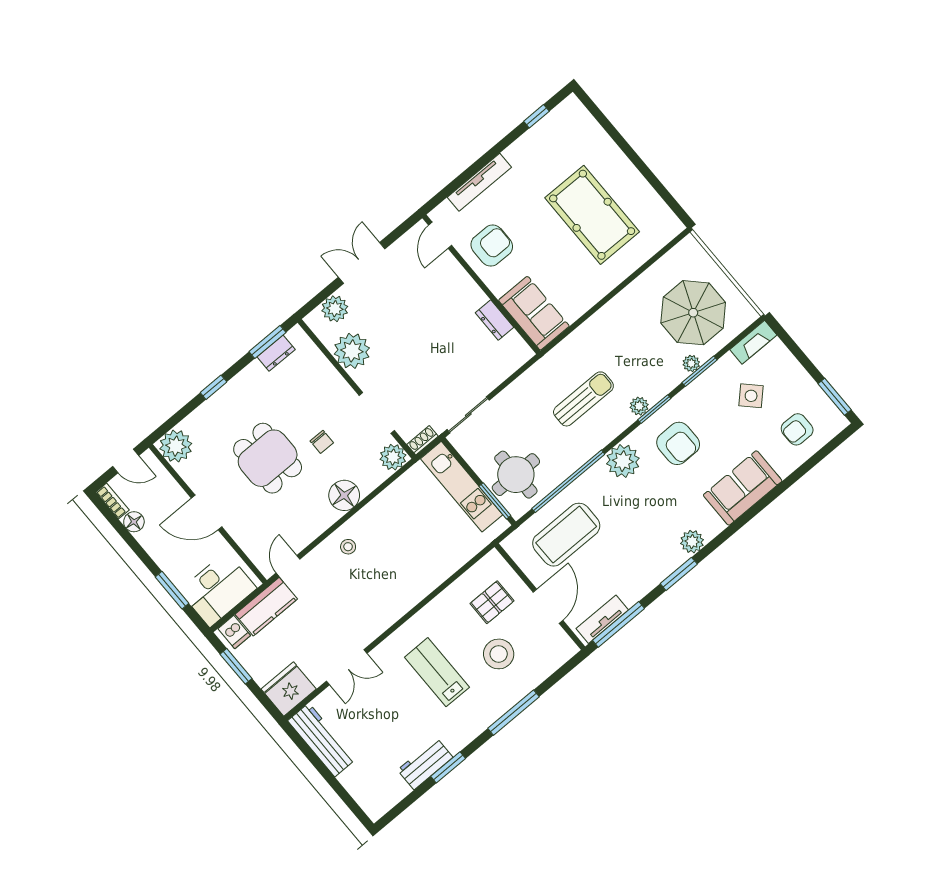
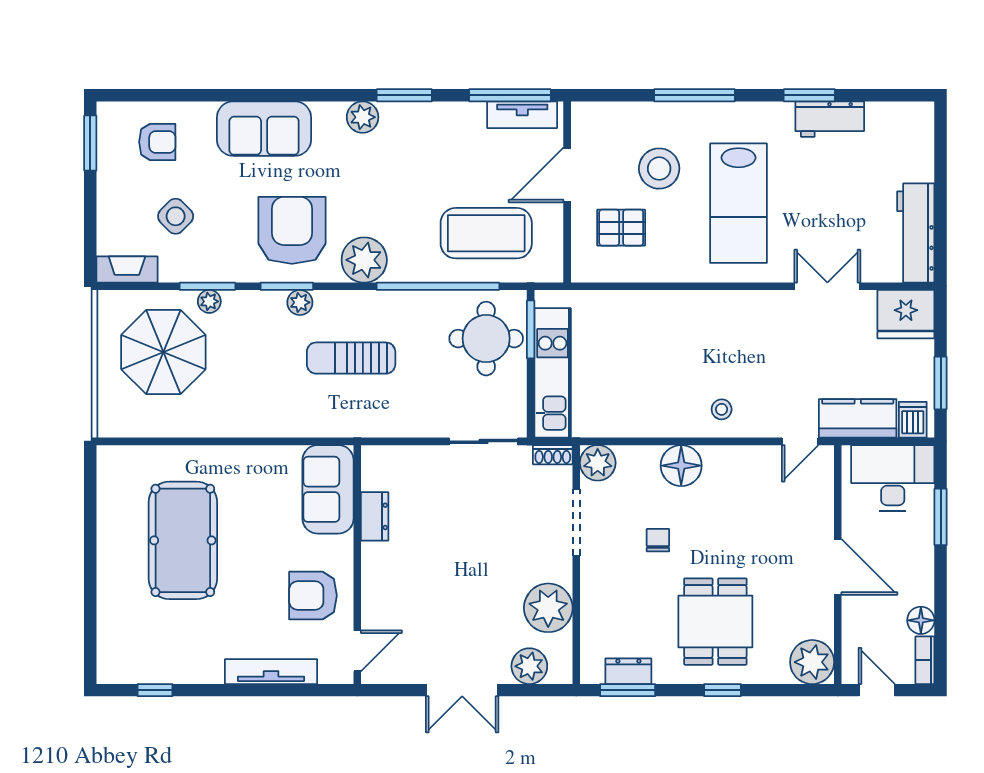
armchair: (678, 443) -> (292, 230), width x1.36, depth x1.36
dining table: (268, 458) -> (715, 622), moved
lab bench: (437, 672) -> (738, 203), width x1.36, depth x1.39

